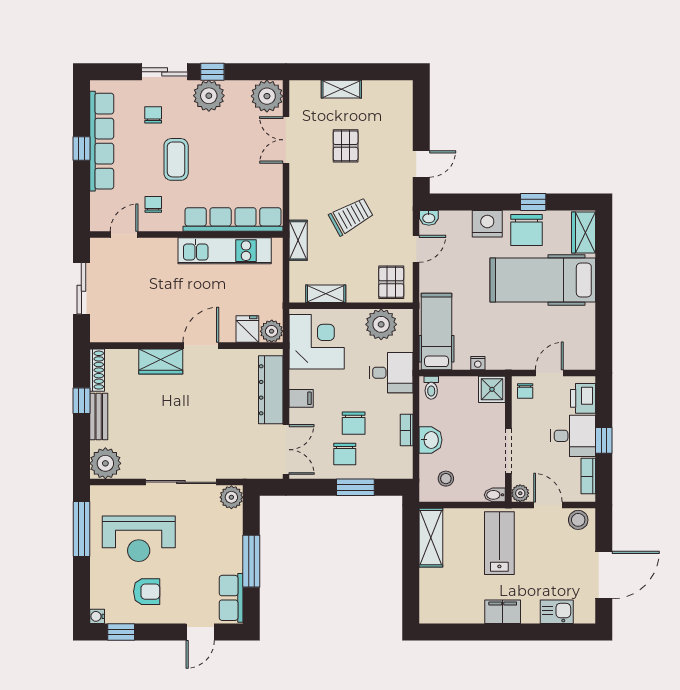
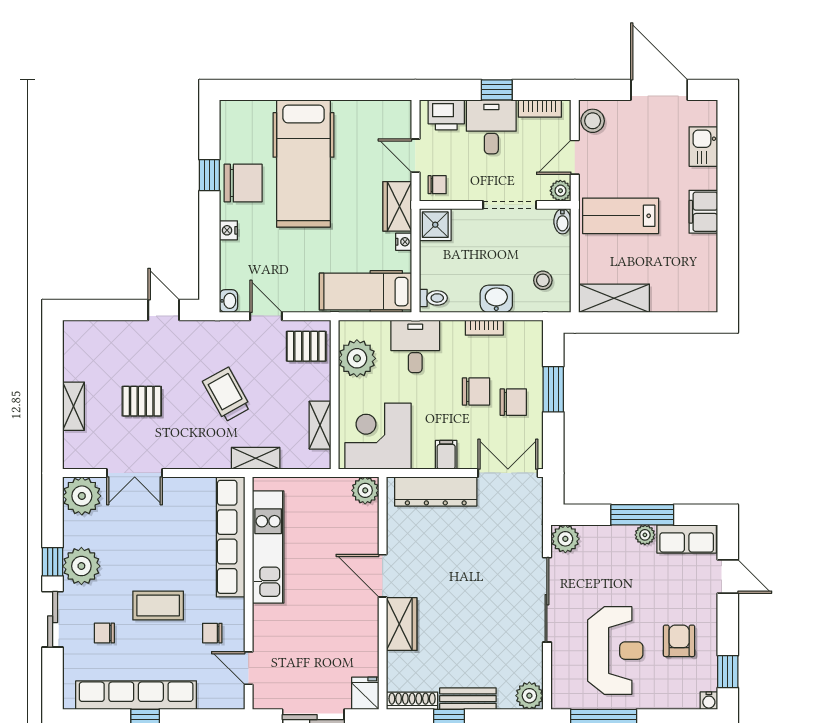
nightstand: (487, 224) -> (228, 230), width x0.53, depth x0.56
wardrobe: (584, 232) -> (397, 206), moved, turned 90
fridge: (247, 329) -> (365, 693), moved, turned 90
plant: (105, 463) -> (529, 696), width x0.73, depth x0.73
plant: (235, 563) -> (645, 535), added

